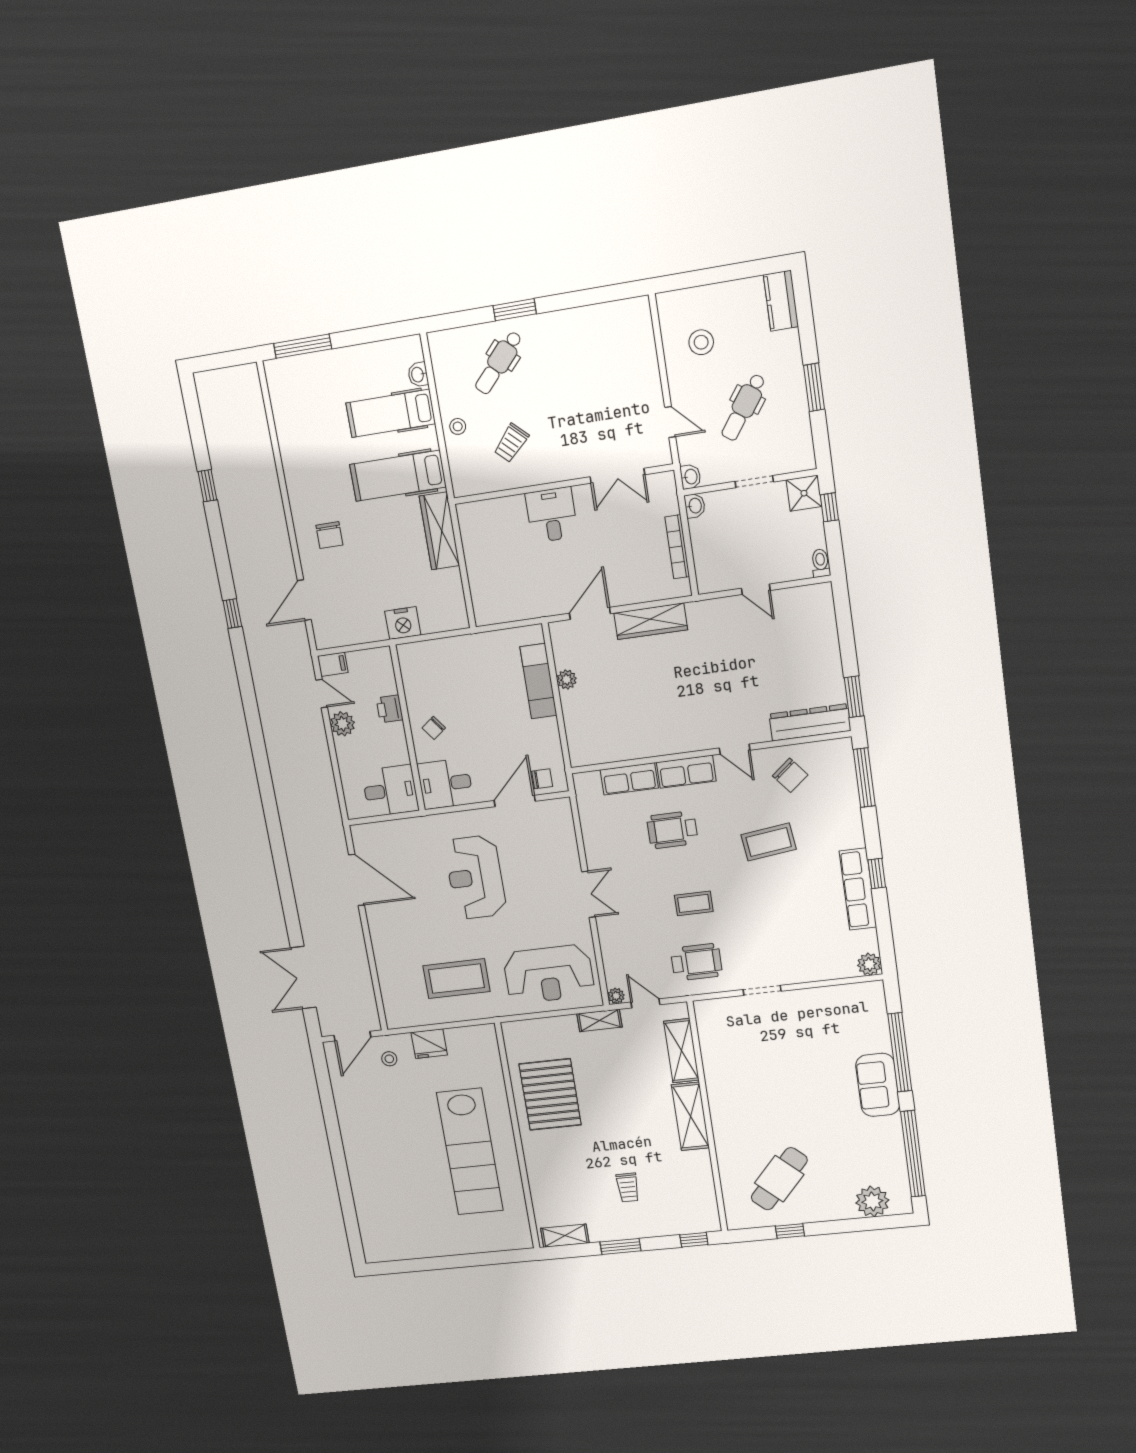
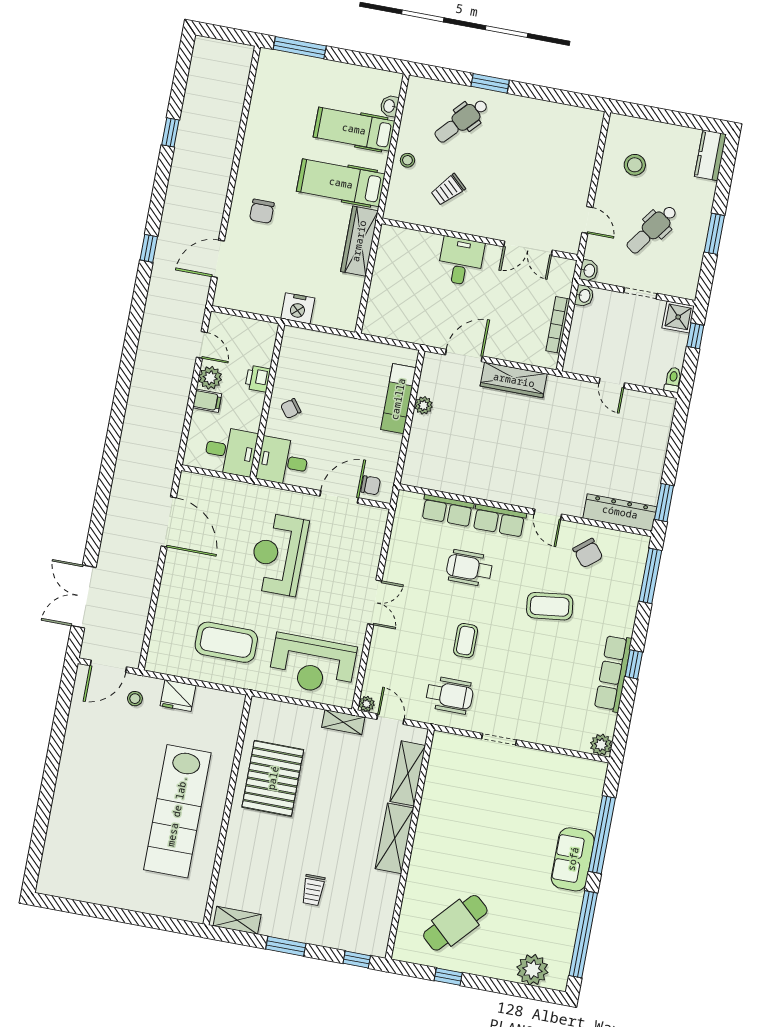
filing cabinet: (333, 664) -> (207, 401), moved
coffee table: (694, 903) -> (466, 641), turned 90

